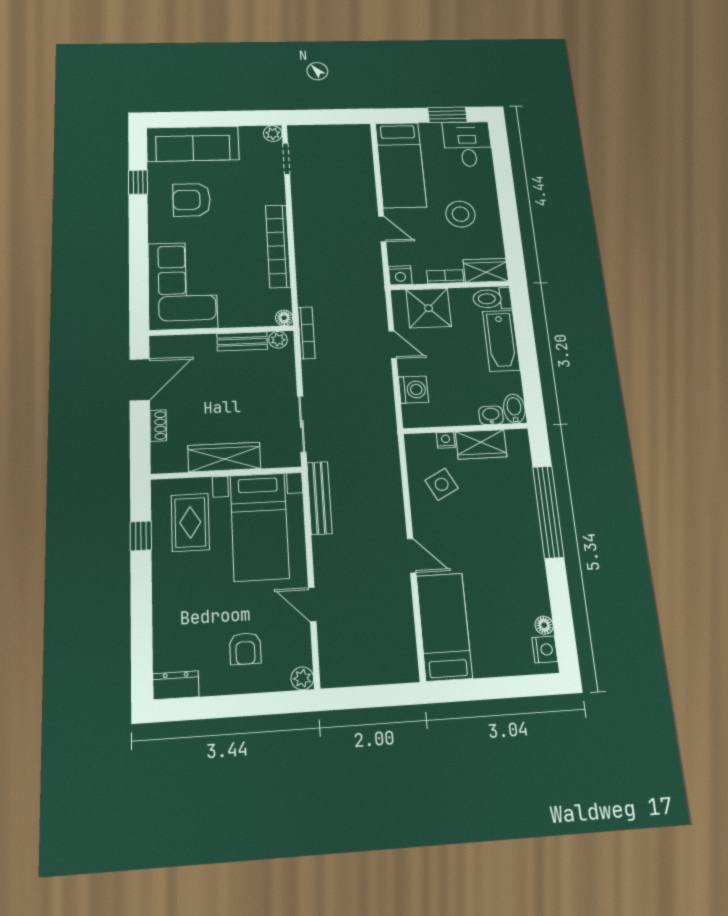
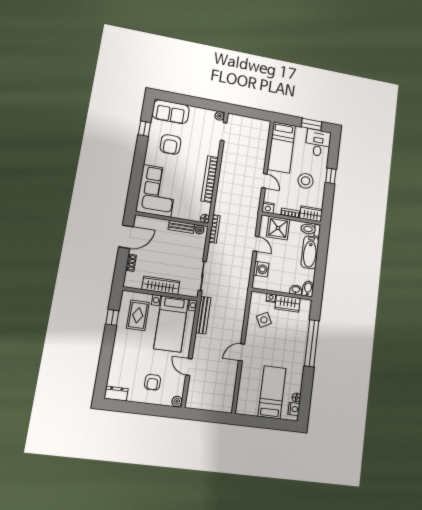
sofa: (193, 144) -> (171, 112), width x0.73
window: (506, 196) -> (331, 176), added
armchair: (192, 200) -> (170, 144), turned -90
door: (412, 556) -> (242, 352), swing flipped
bed: (444, 627) -> (272, 392), moved

